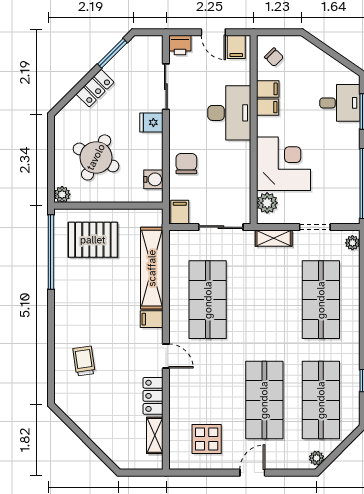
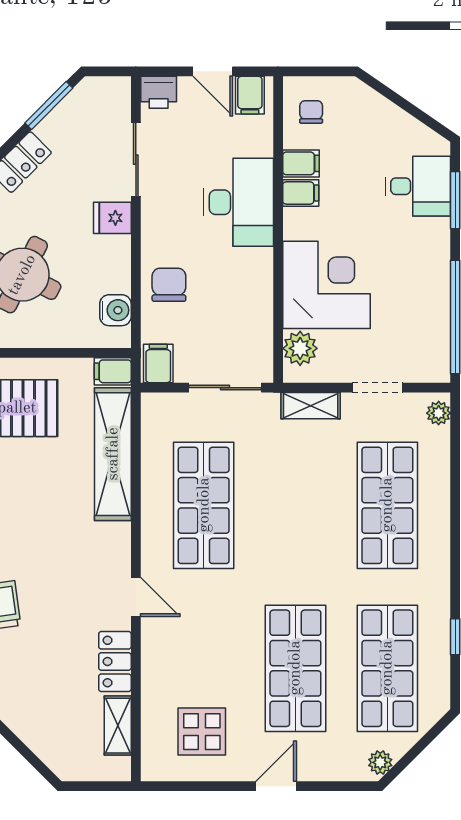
chair: (274, 57) -> (311, 112), turned -135
filing cabinet: (152, 319) -> (113, 371), moved

